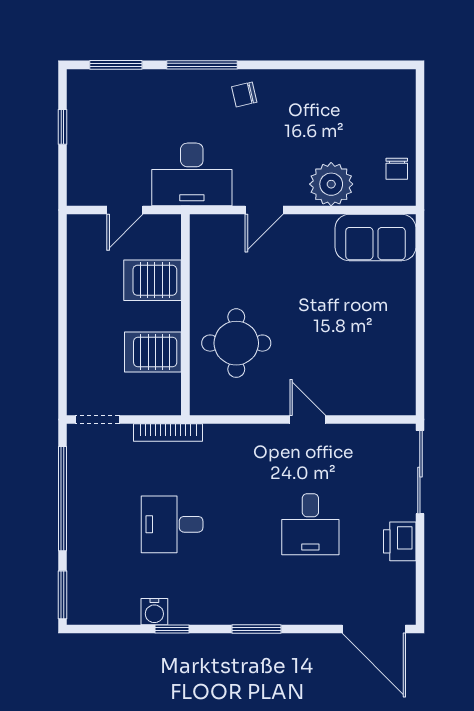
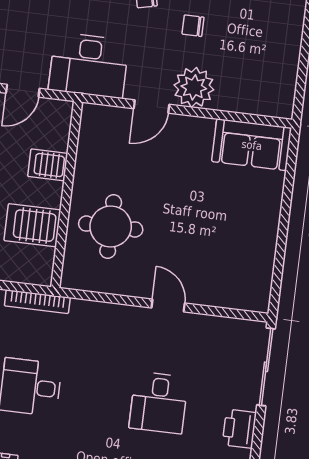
chair: (397, 169) -> (193, 26), moved, turned 90
plant: (331, 184) -> (194, 87), moved
server rack: (153, 280) -> (48, 165), width x0.73, depth x0.70

